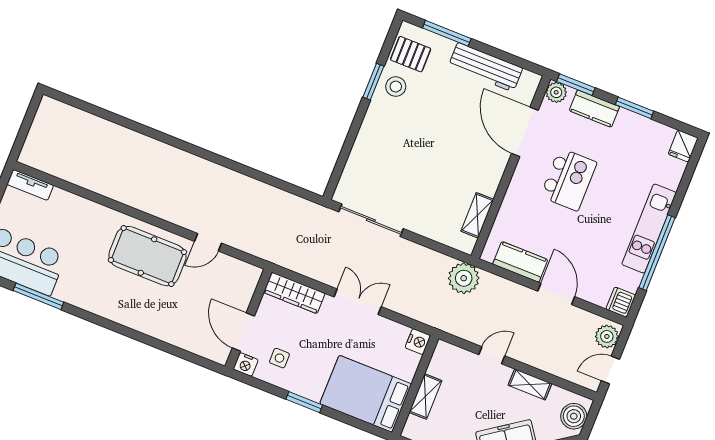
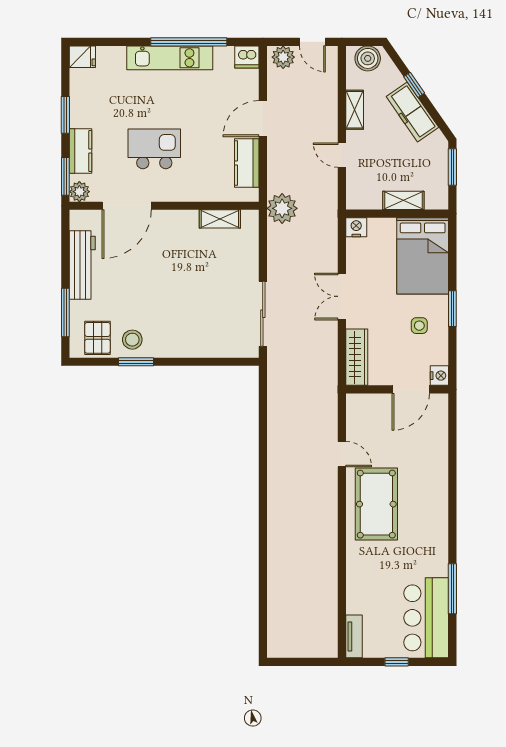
side table: (279, 358) -> (419, 326), moved

